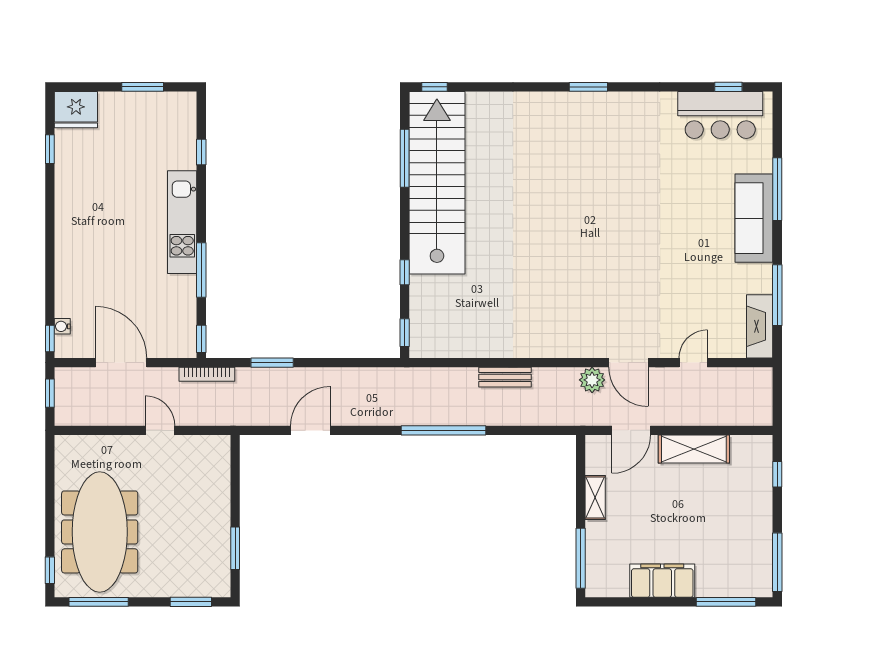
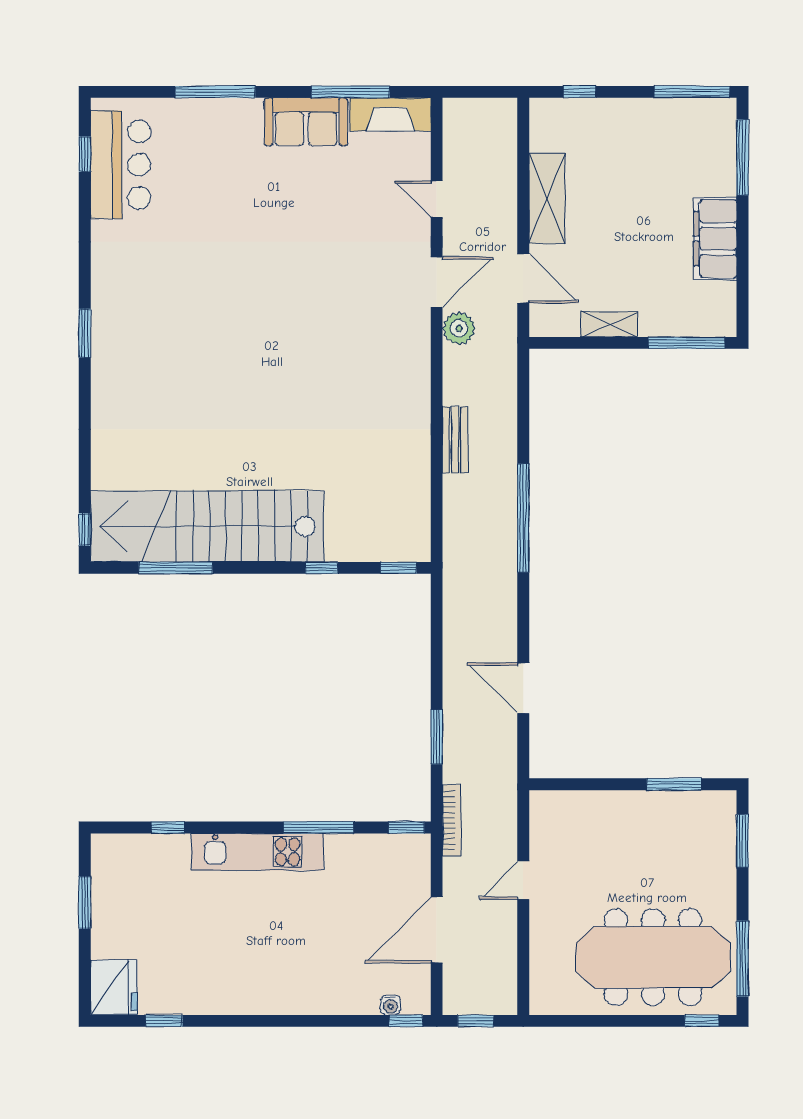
sofa: (754, 218) -> (306, 122), moved, width x0.73

